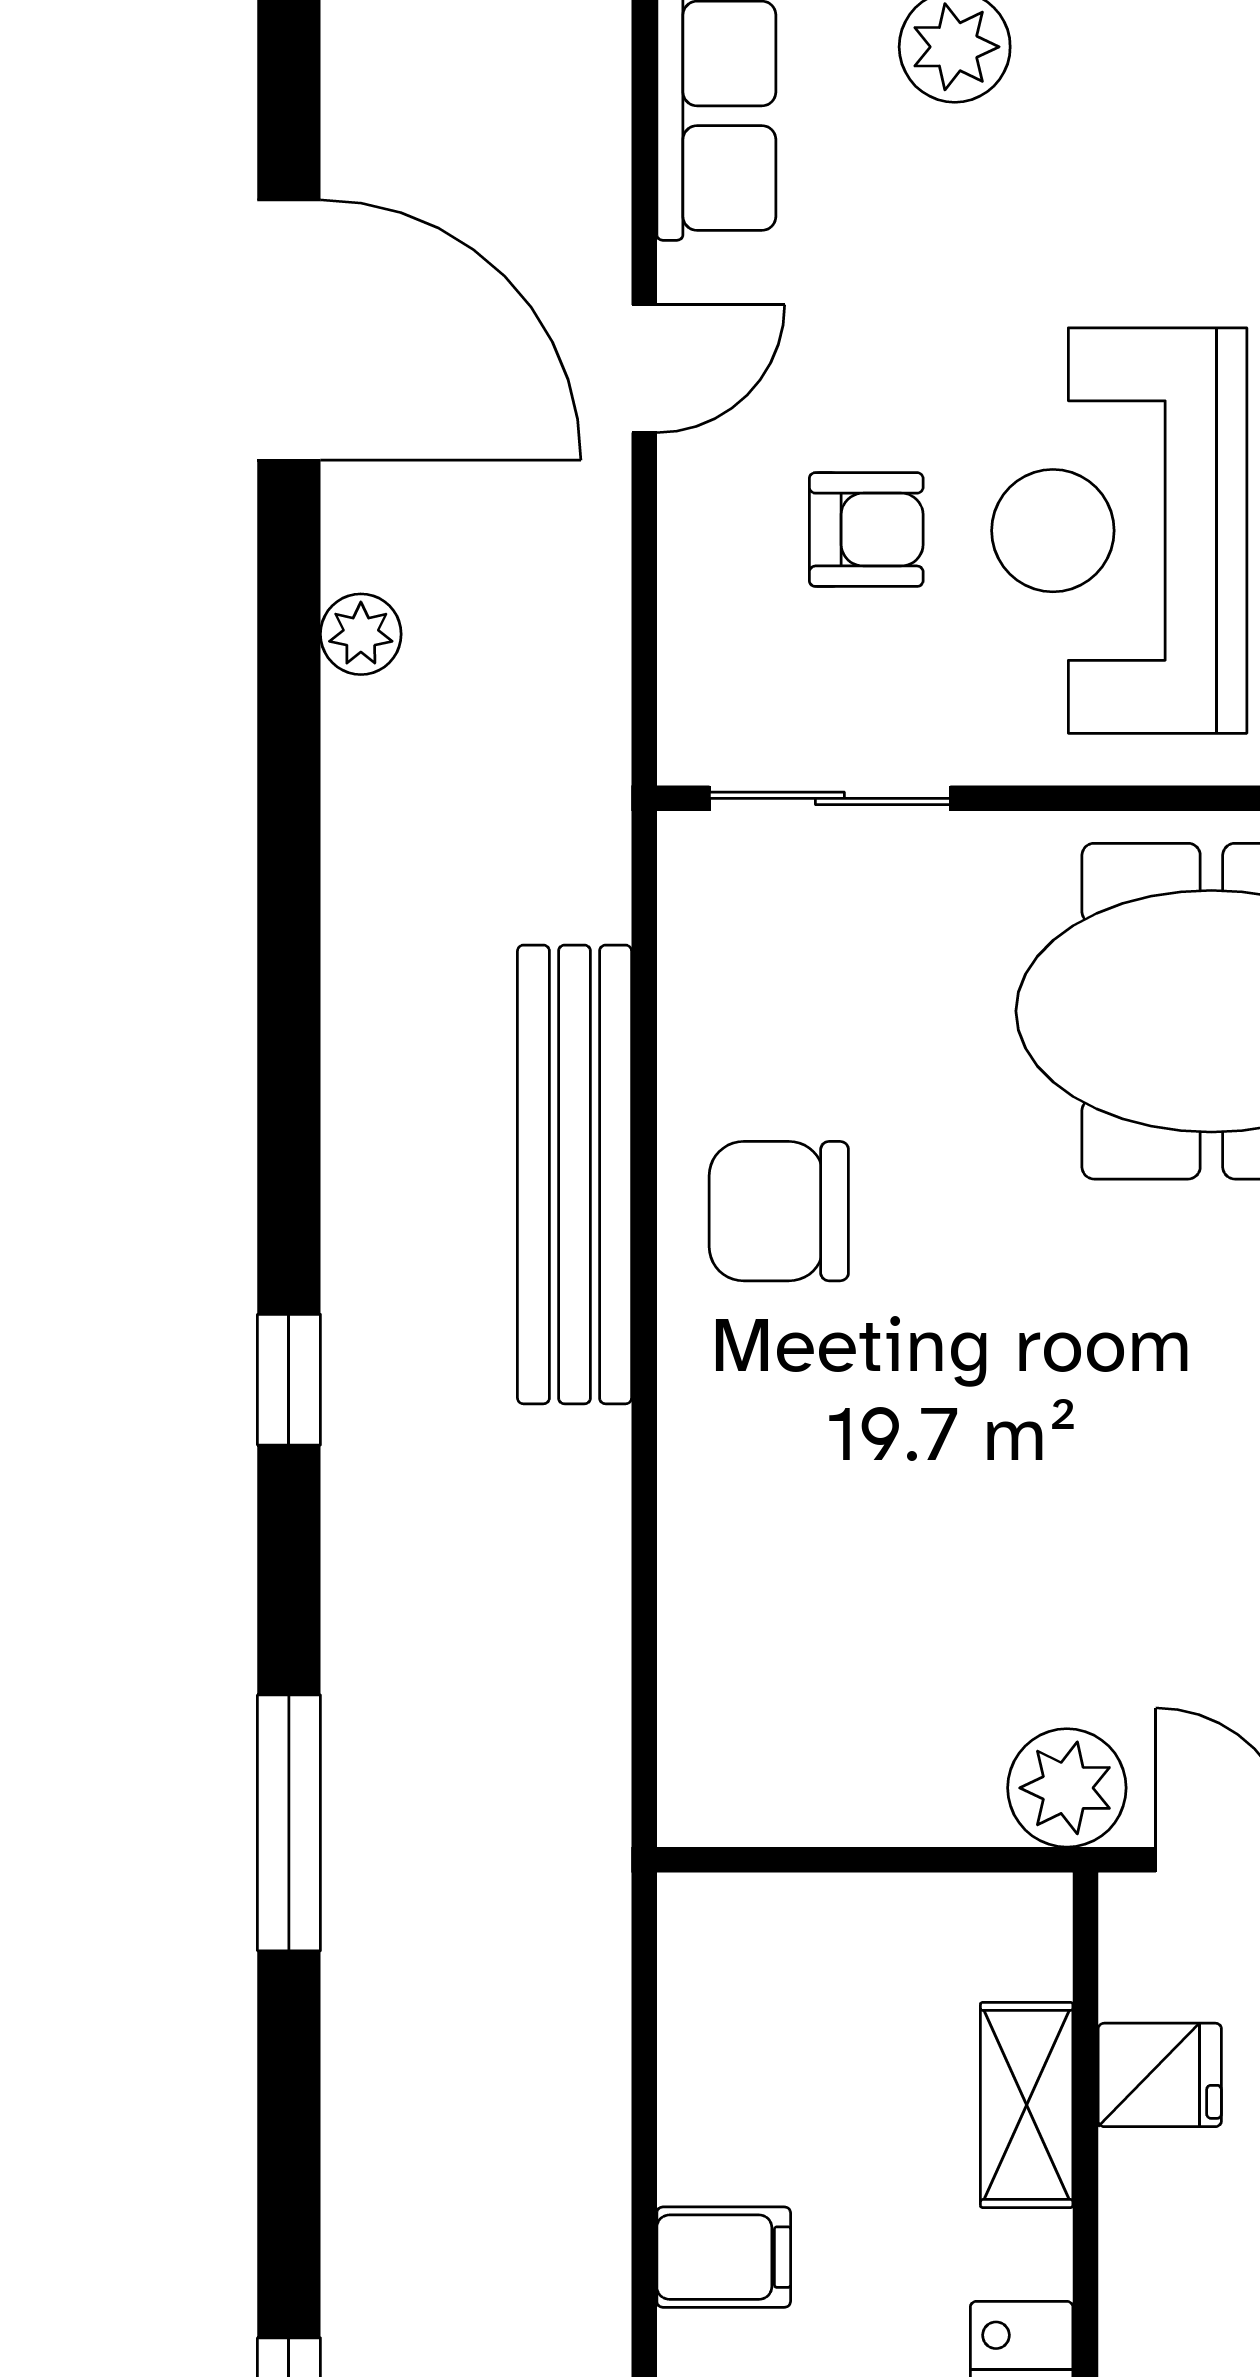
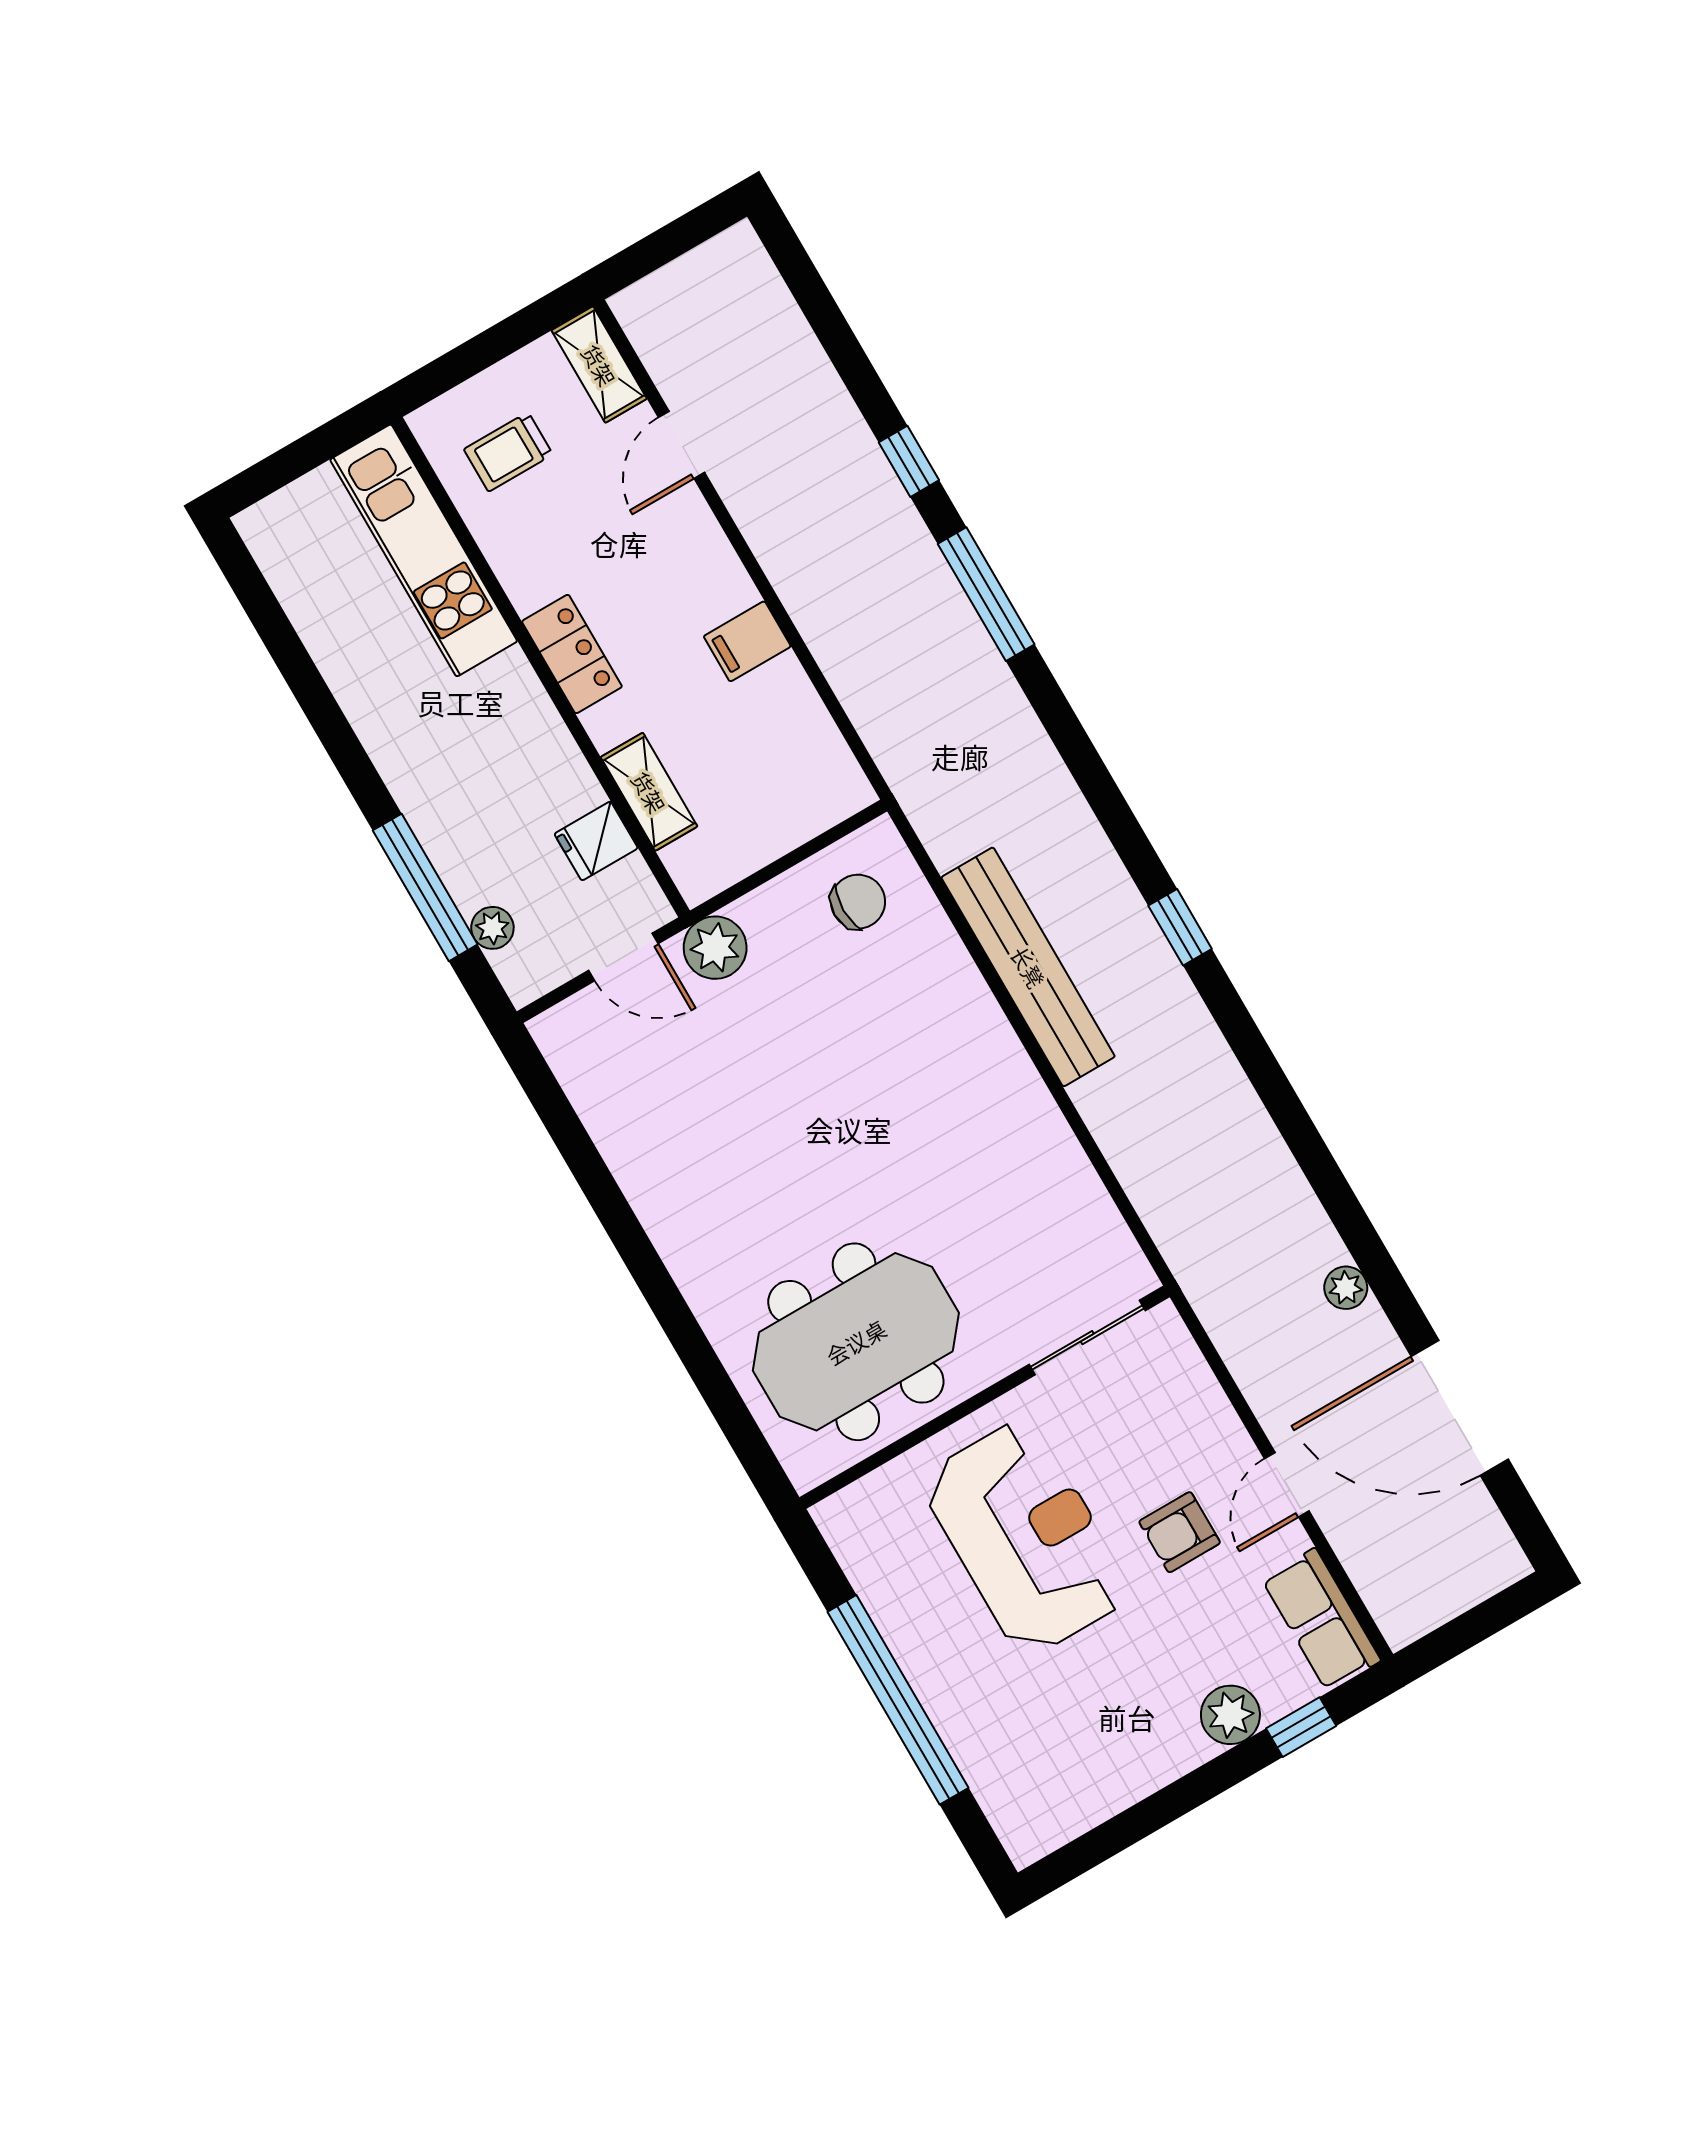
armchair: (866, 530) -> (1180, 1532), moved
bench: (574, 1174) -> (1028, 967), moved
chair: (779, 1211) -> (858, 902), moved, width x0.73, depth x0.73
window: (289, 1823) -> (986, 594), moved

